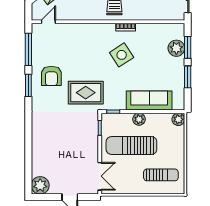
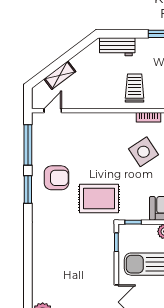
armchair: (51, 76) -> (56, 178), turned -90

